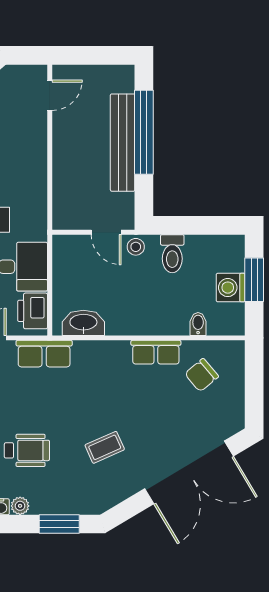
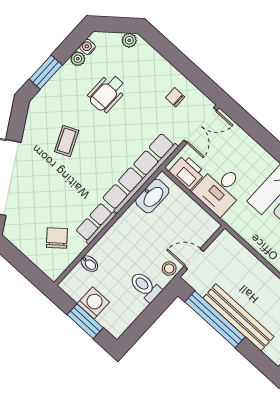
window: (144, 132) -> (215, 319), moved
row of seats: (44, 354) -> (140, 173), width x2.02

